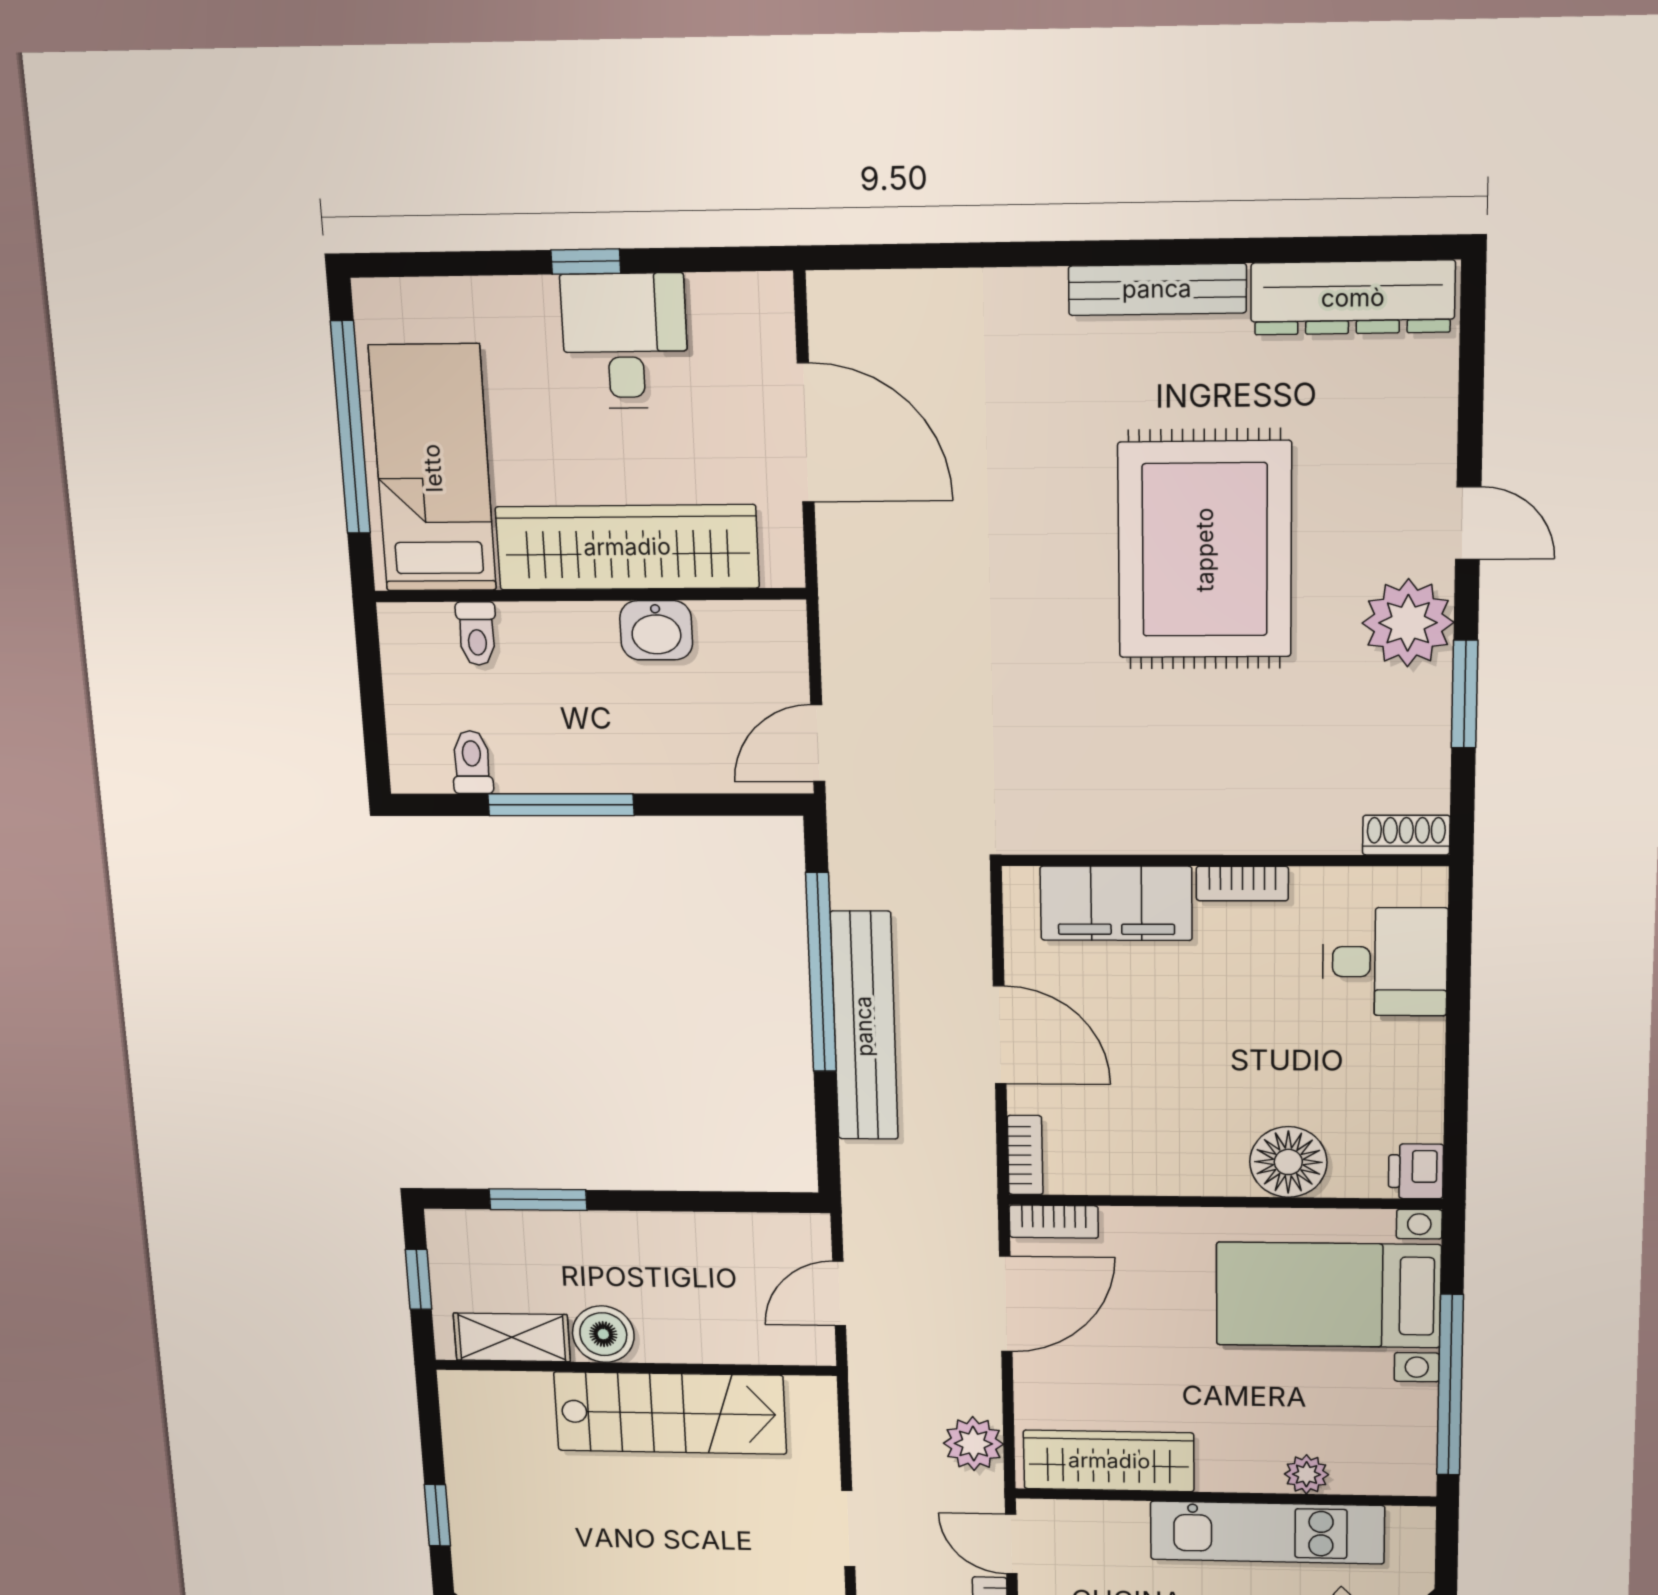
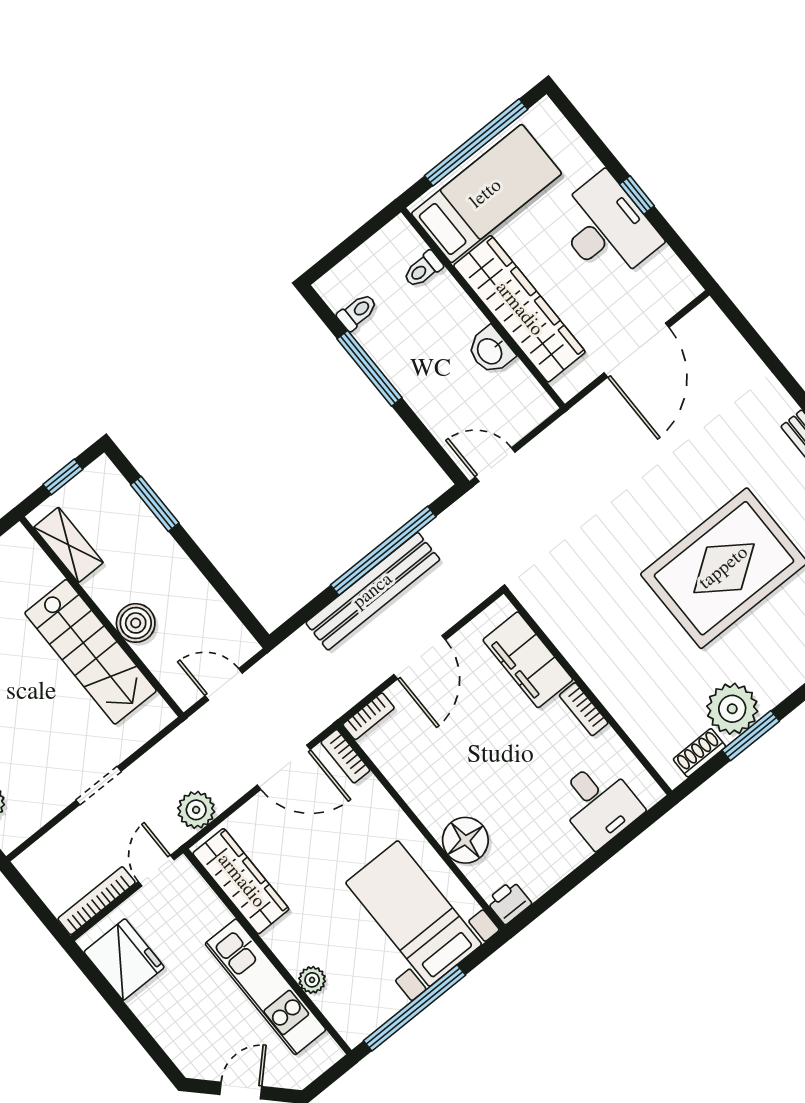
desk: (625, 341) -> (606, 228), width x1.37
plant: (1408, 623) -> (732, 709), moved
shoe rack: (1406, 835) -> (699, 753), moved, turned -90
boiler: (603, 1334) -> (136, 623), moved

